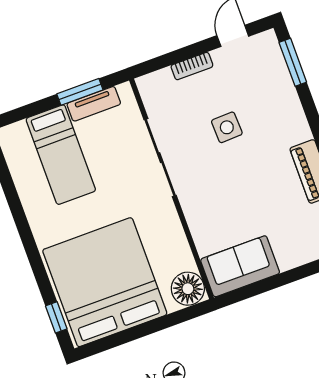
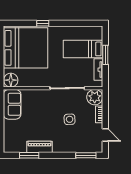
plant: (158, 90) -> (95, 97), added
window: (80, 92) -> (105, 55), moved
window: (56, 317) -> (43, 23), moved

